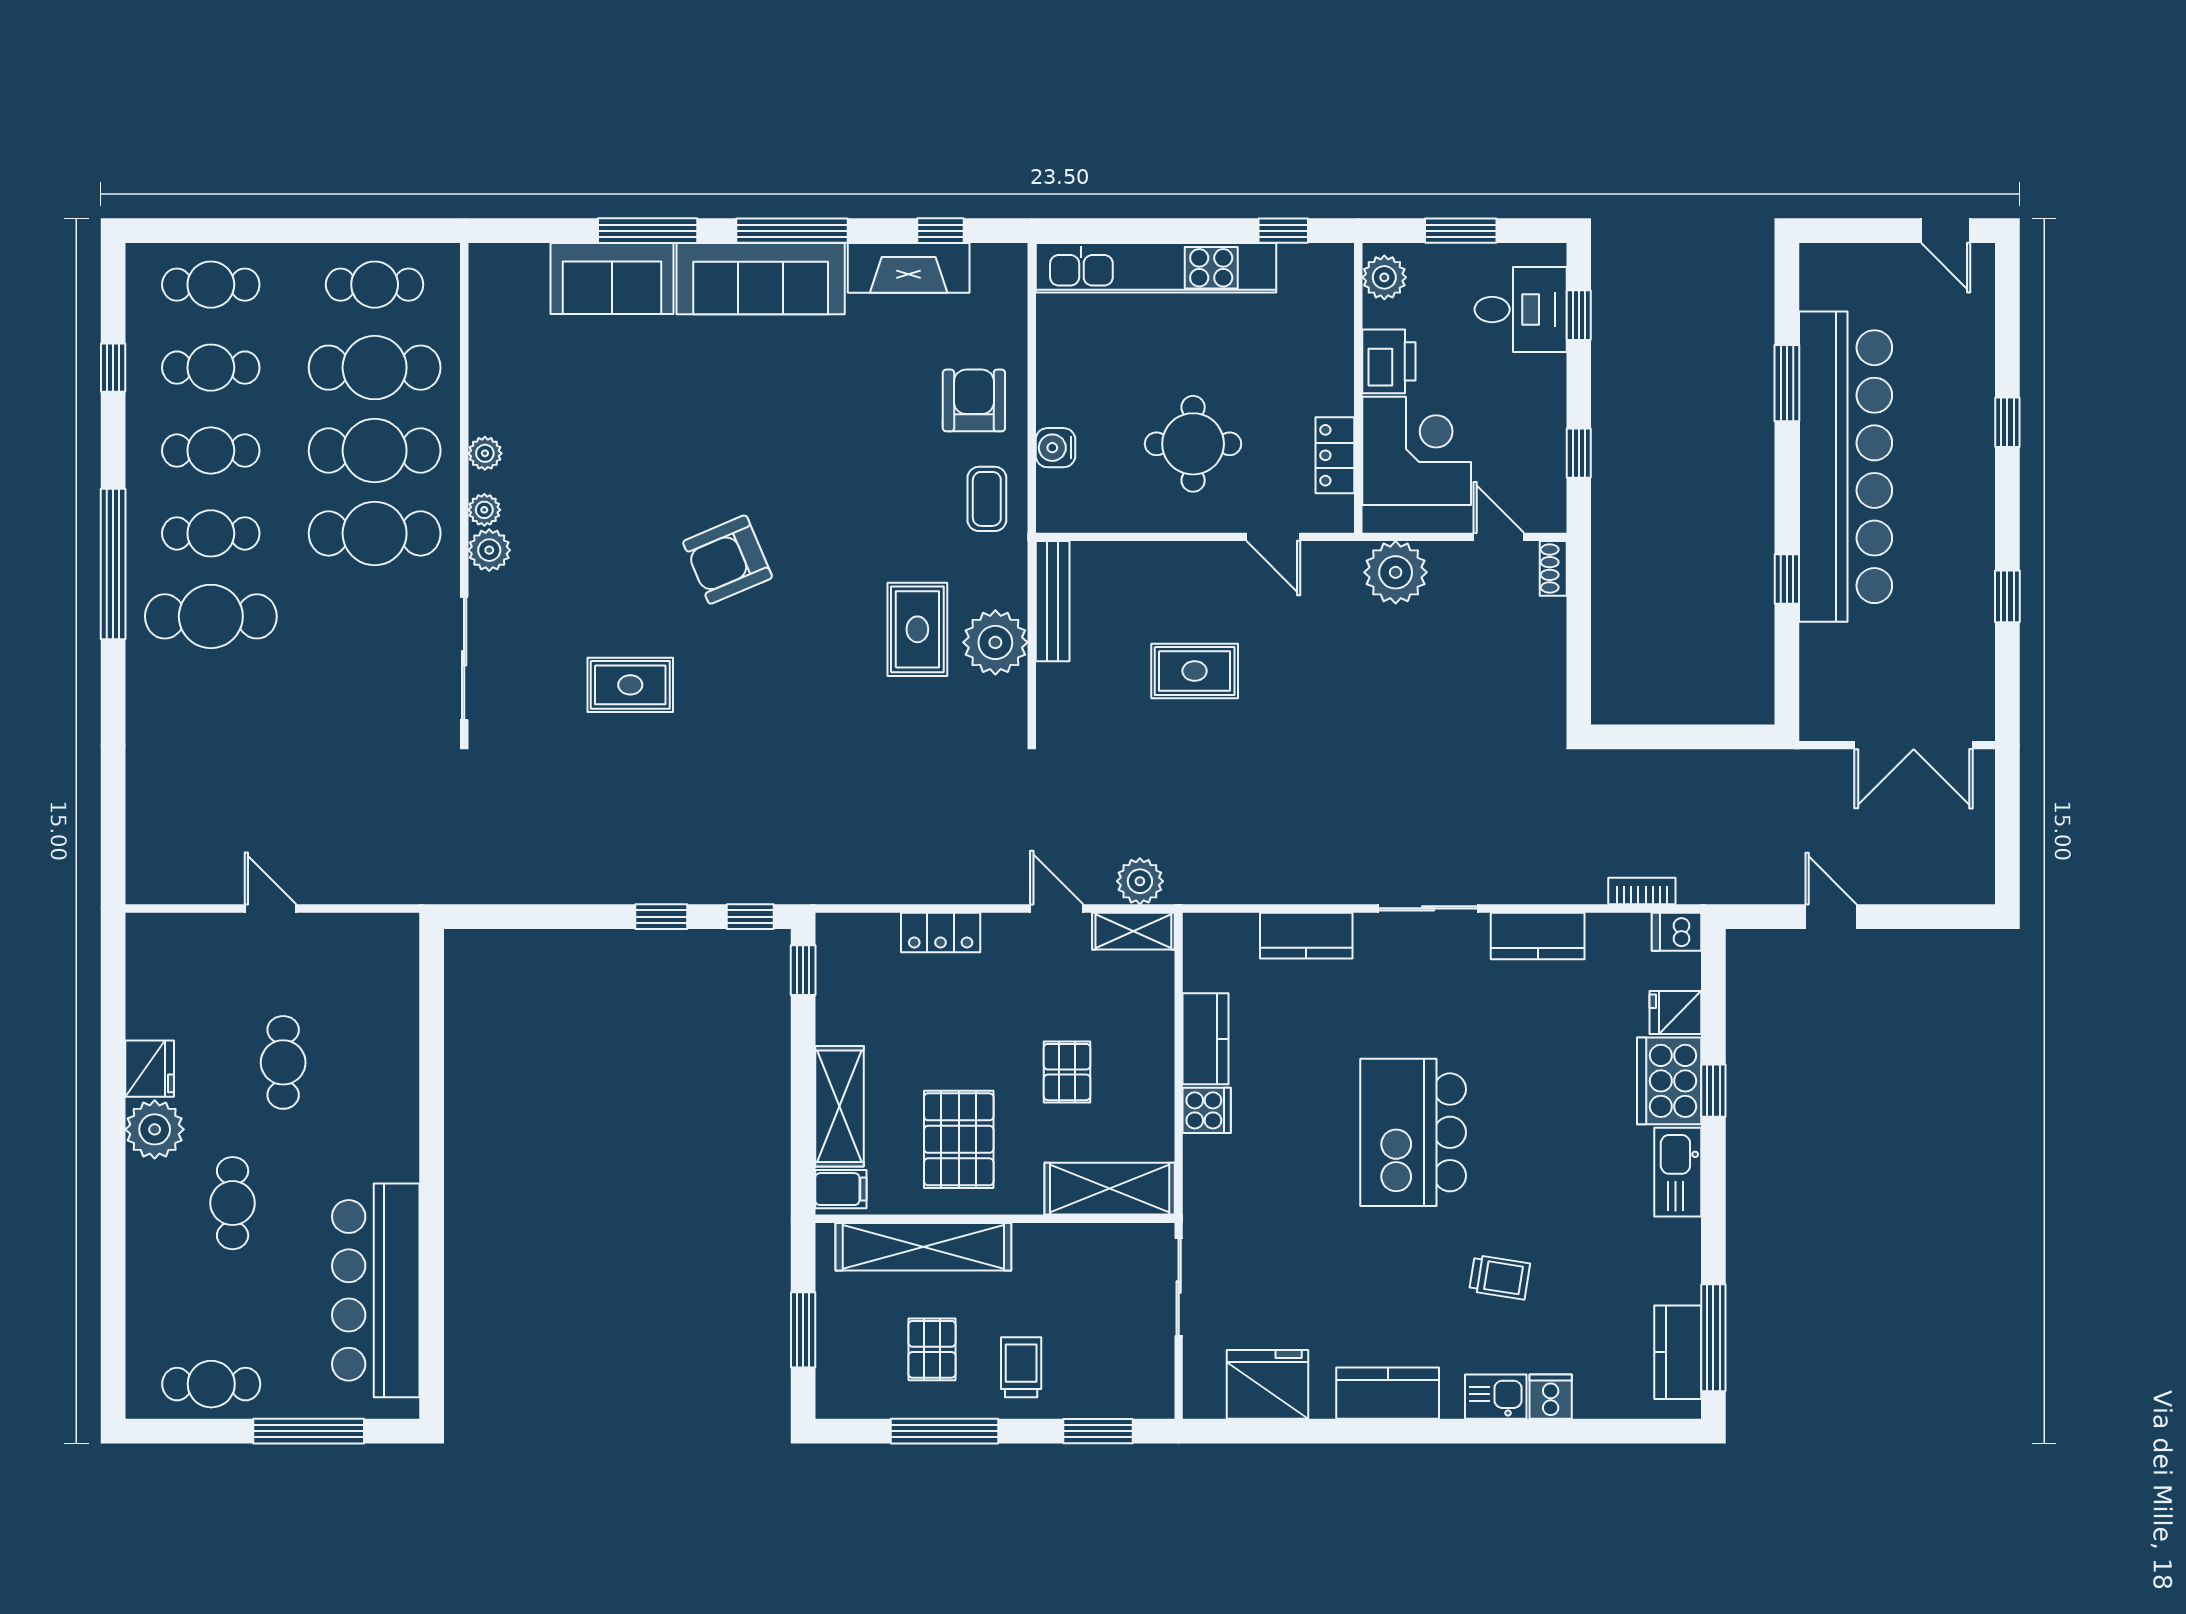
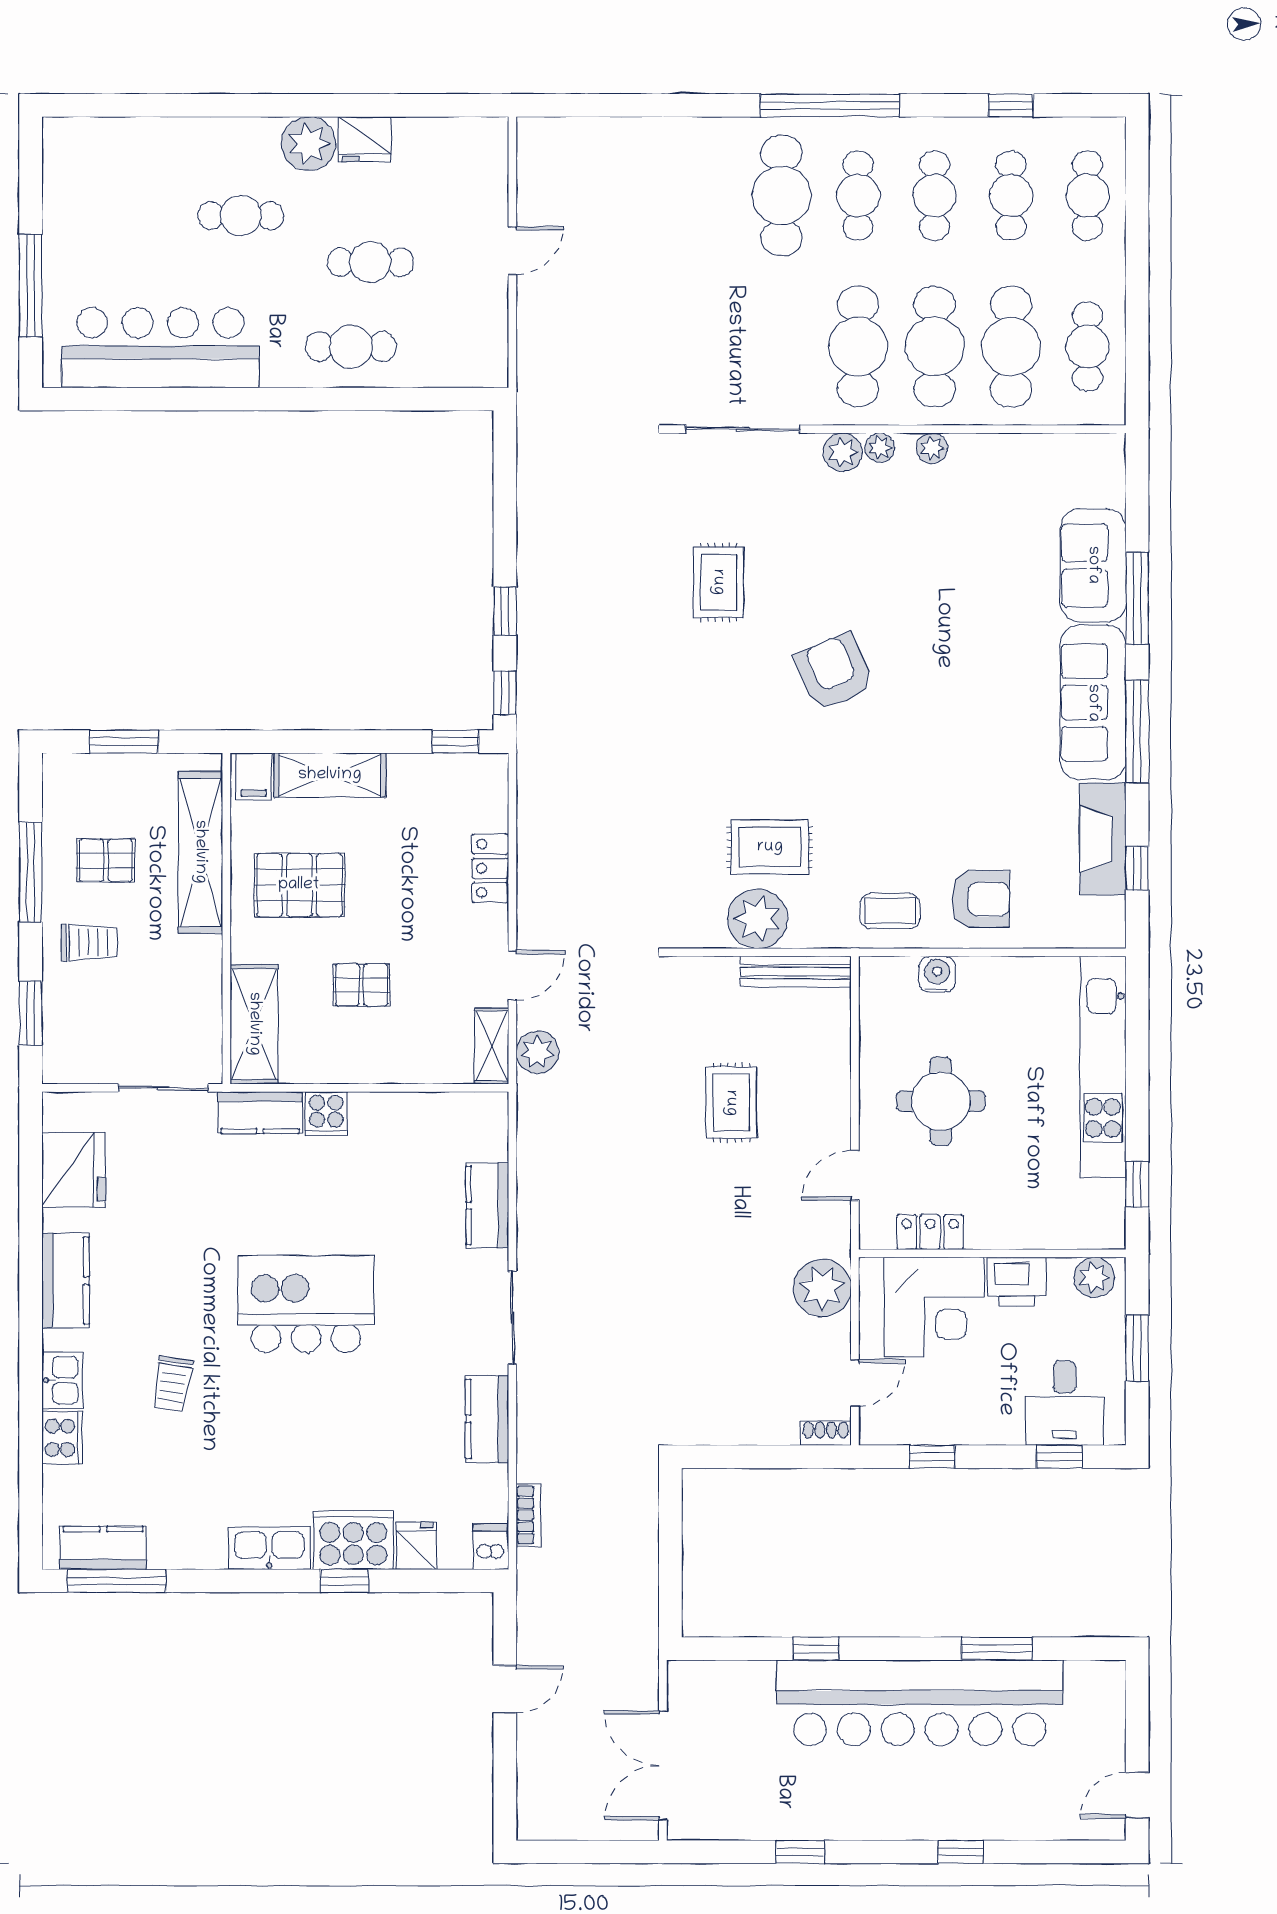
kitchen counter: (1206, 1039) -> (260, 1113), moved
cafe table: (211, 1384) -> (351, 347), moved, turned 90
cooker: (1551, 1397) -> (62, 1438), width x1.36

